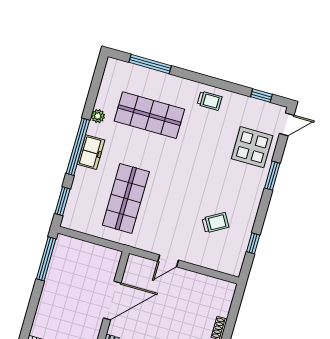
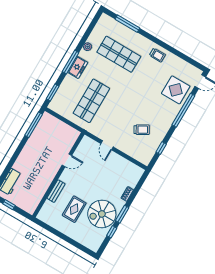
window: (261, 96) -> (190, 60), removed
window: (78, 147) -> (71, 62), width x0.68
window: (272, 176) -> (183, 110), width x2.11
door: (168, 261) -> (107, 145), hinge flipped
door: (112, 300) -> (67, 160), width x0.53

